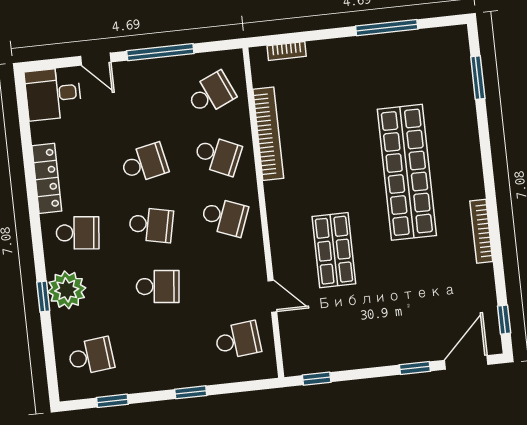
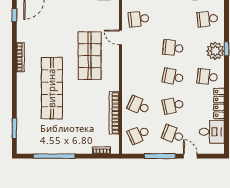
window: (387, 28) -> (54, 156), width x1.46
desk: (53, 94) -> (212, 132), moved
school desk: (224, 217) -> (173, 134), moved
shop shelf: (334, 250) -> (90, 56), width x1.43, depth x1.36

